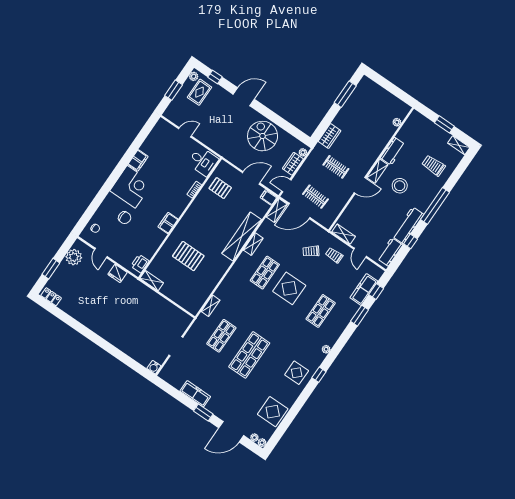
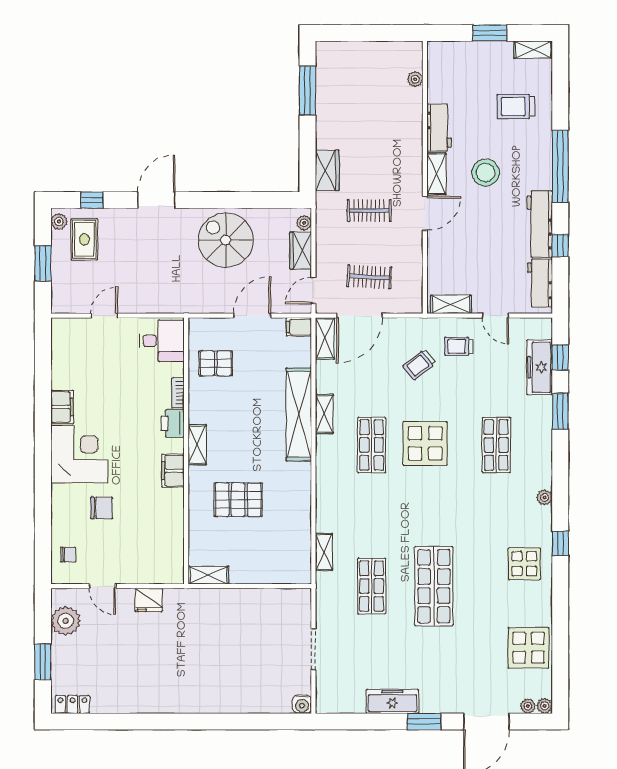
shelving: (187, 219) -> (197, 445), added
printer: (140, 264) -> (173, 423), moved

